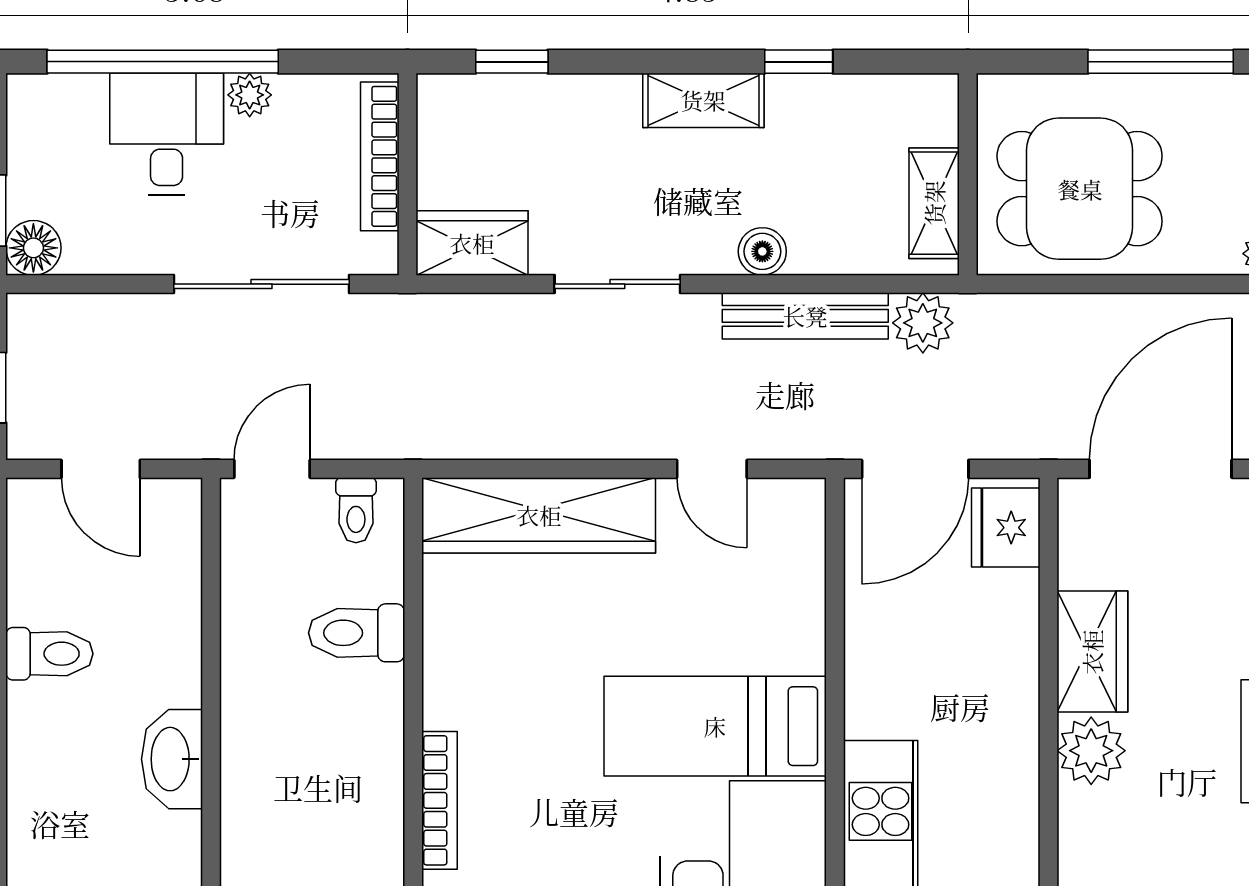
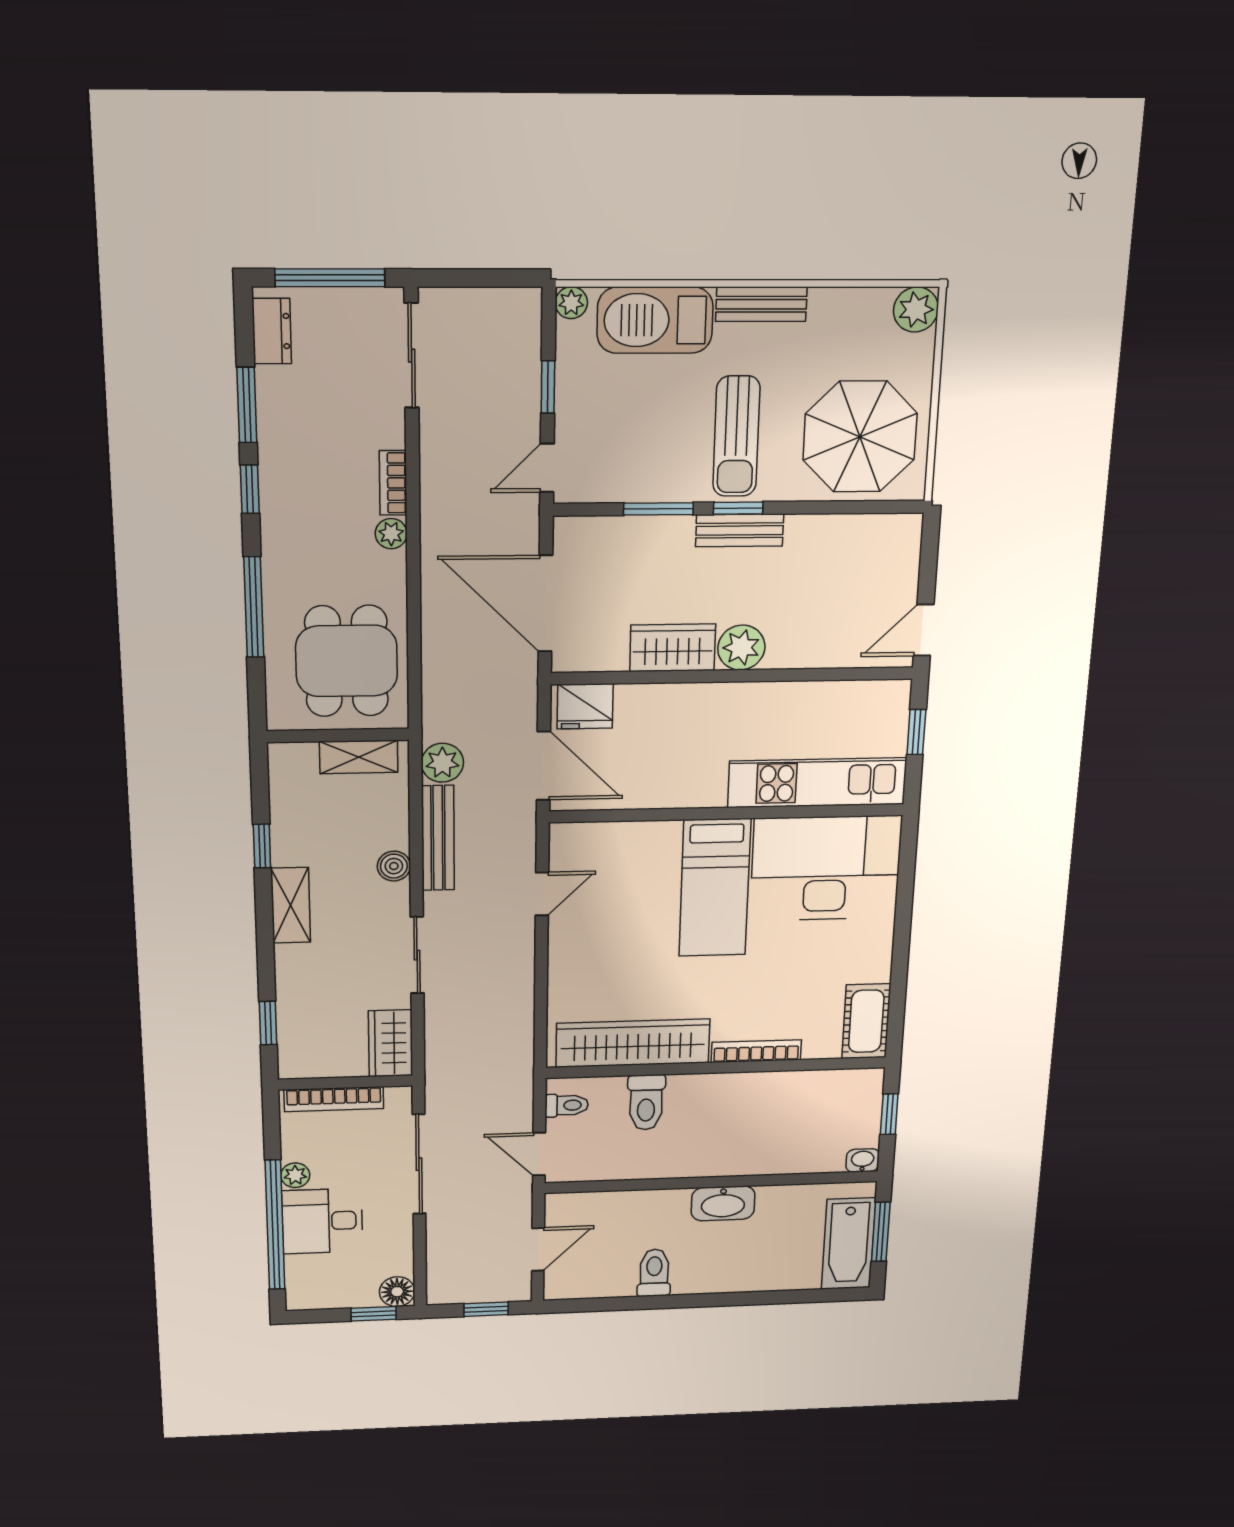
wardrobe: (539, 515) -> (633, 1043), moved, turned -90

